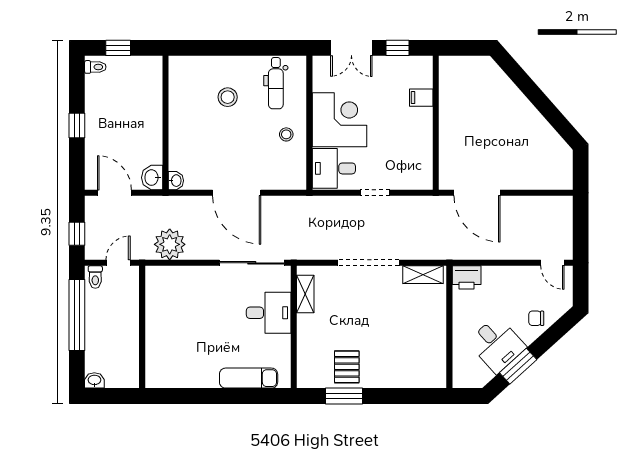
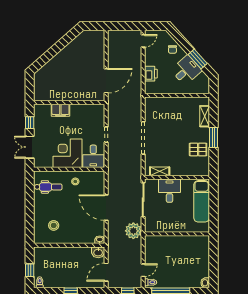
double door: (351, 48) -> (30, 147), swing flipped
stool: (228, 97) -> (54, 225), moved
filing cabinet: (421, 98) -> (60, 110), width x2.00
door: (237, 193) -> (106, 208), swing flipped
plant: (170, 244) -> (133, 231), moved
door: (118, 263) -> (143, 270), swing flipped
shelving: (423, 275) -> (205, 116), moved
printer: (467, 277) -> (151, 74), moved
wall: (142, 327) -> (177, 234), moved
exam couch: (249, 378) -> (202, 201), width x1.36, depth x1.45
window: (344, 396) -> (213, 137), moved

